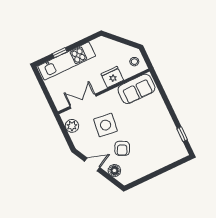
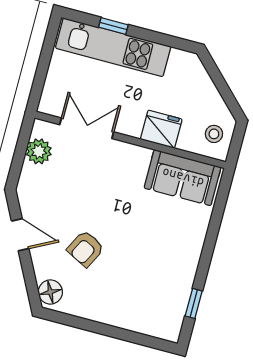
side table: (106, 125) -> (90, 193), removed
floor lamp: (114, 171) -> (50, 292), moved

